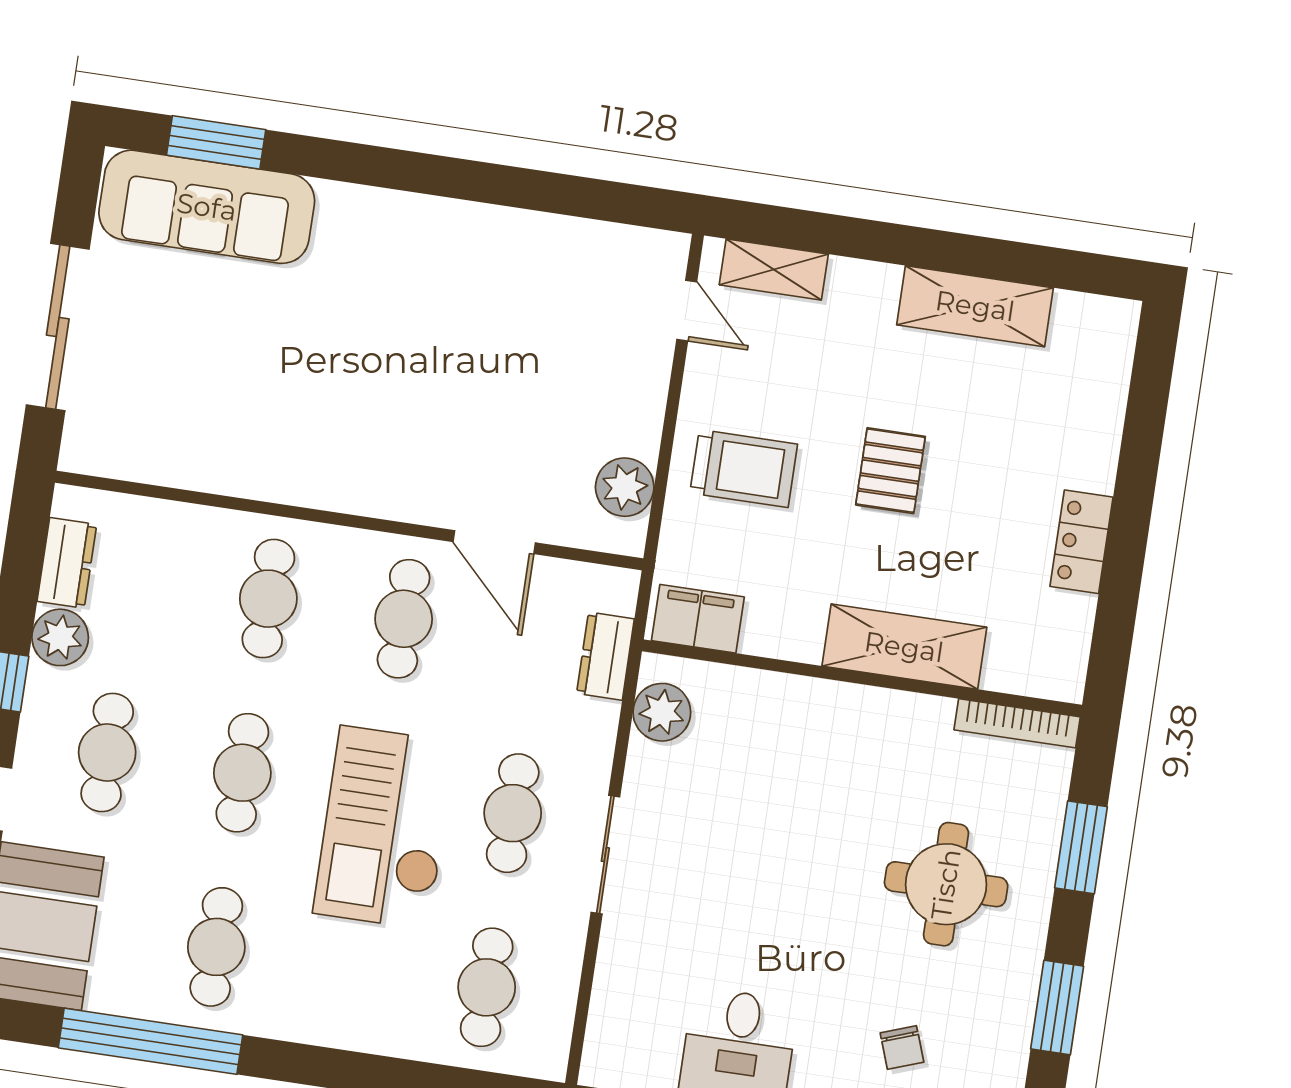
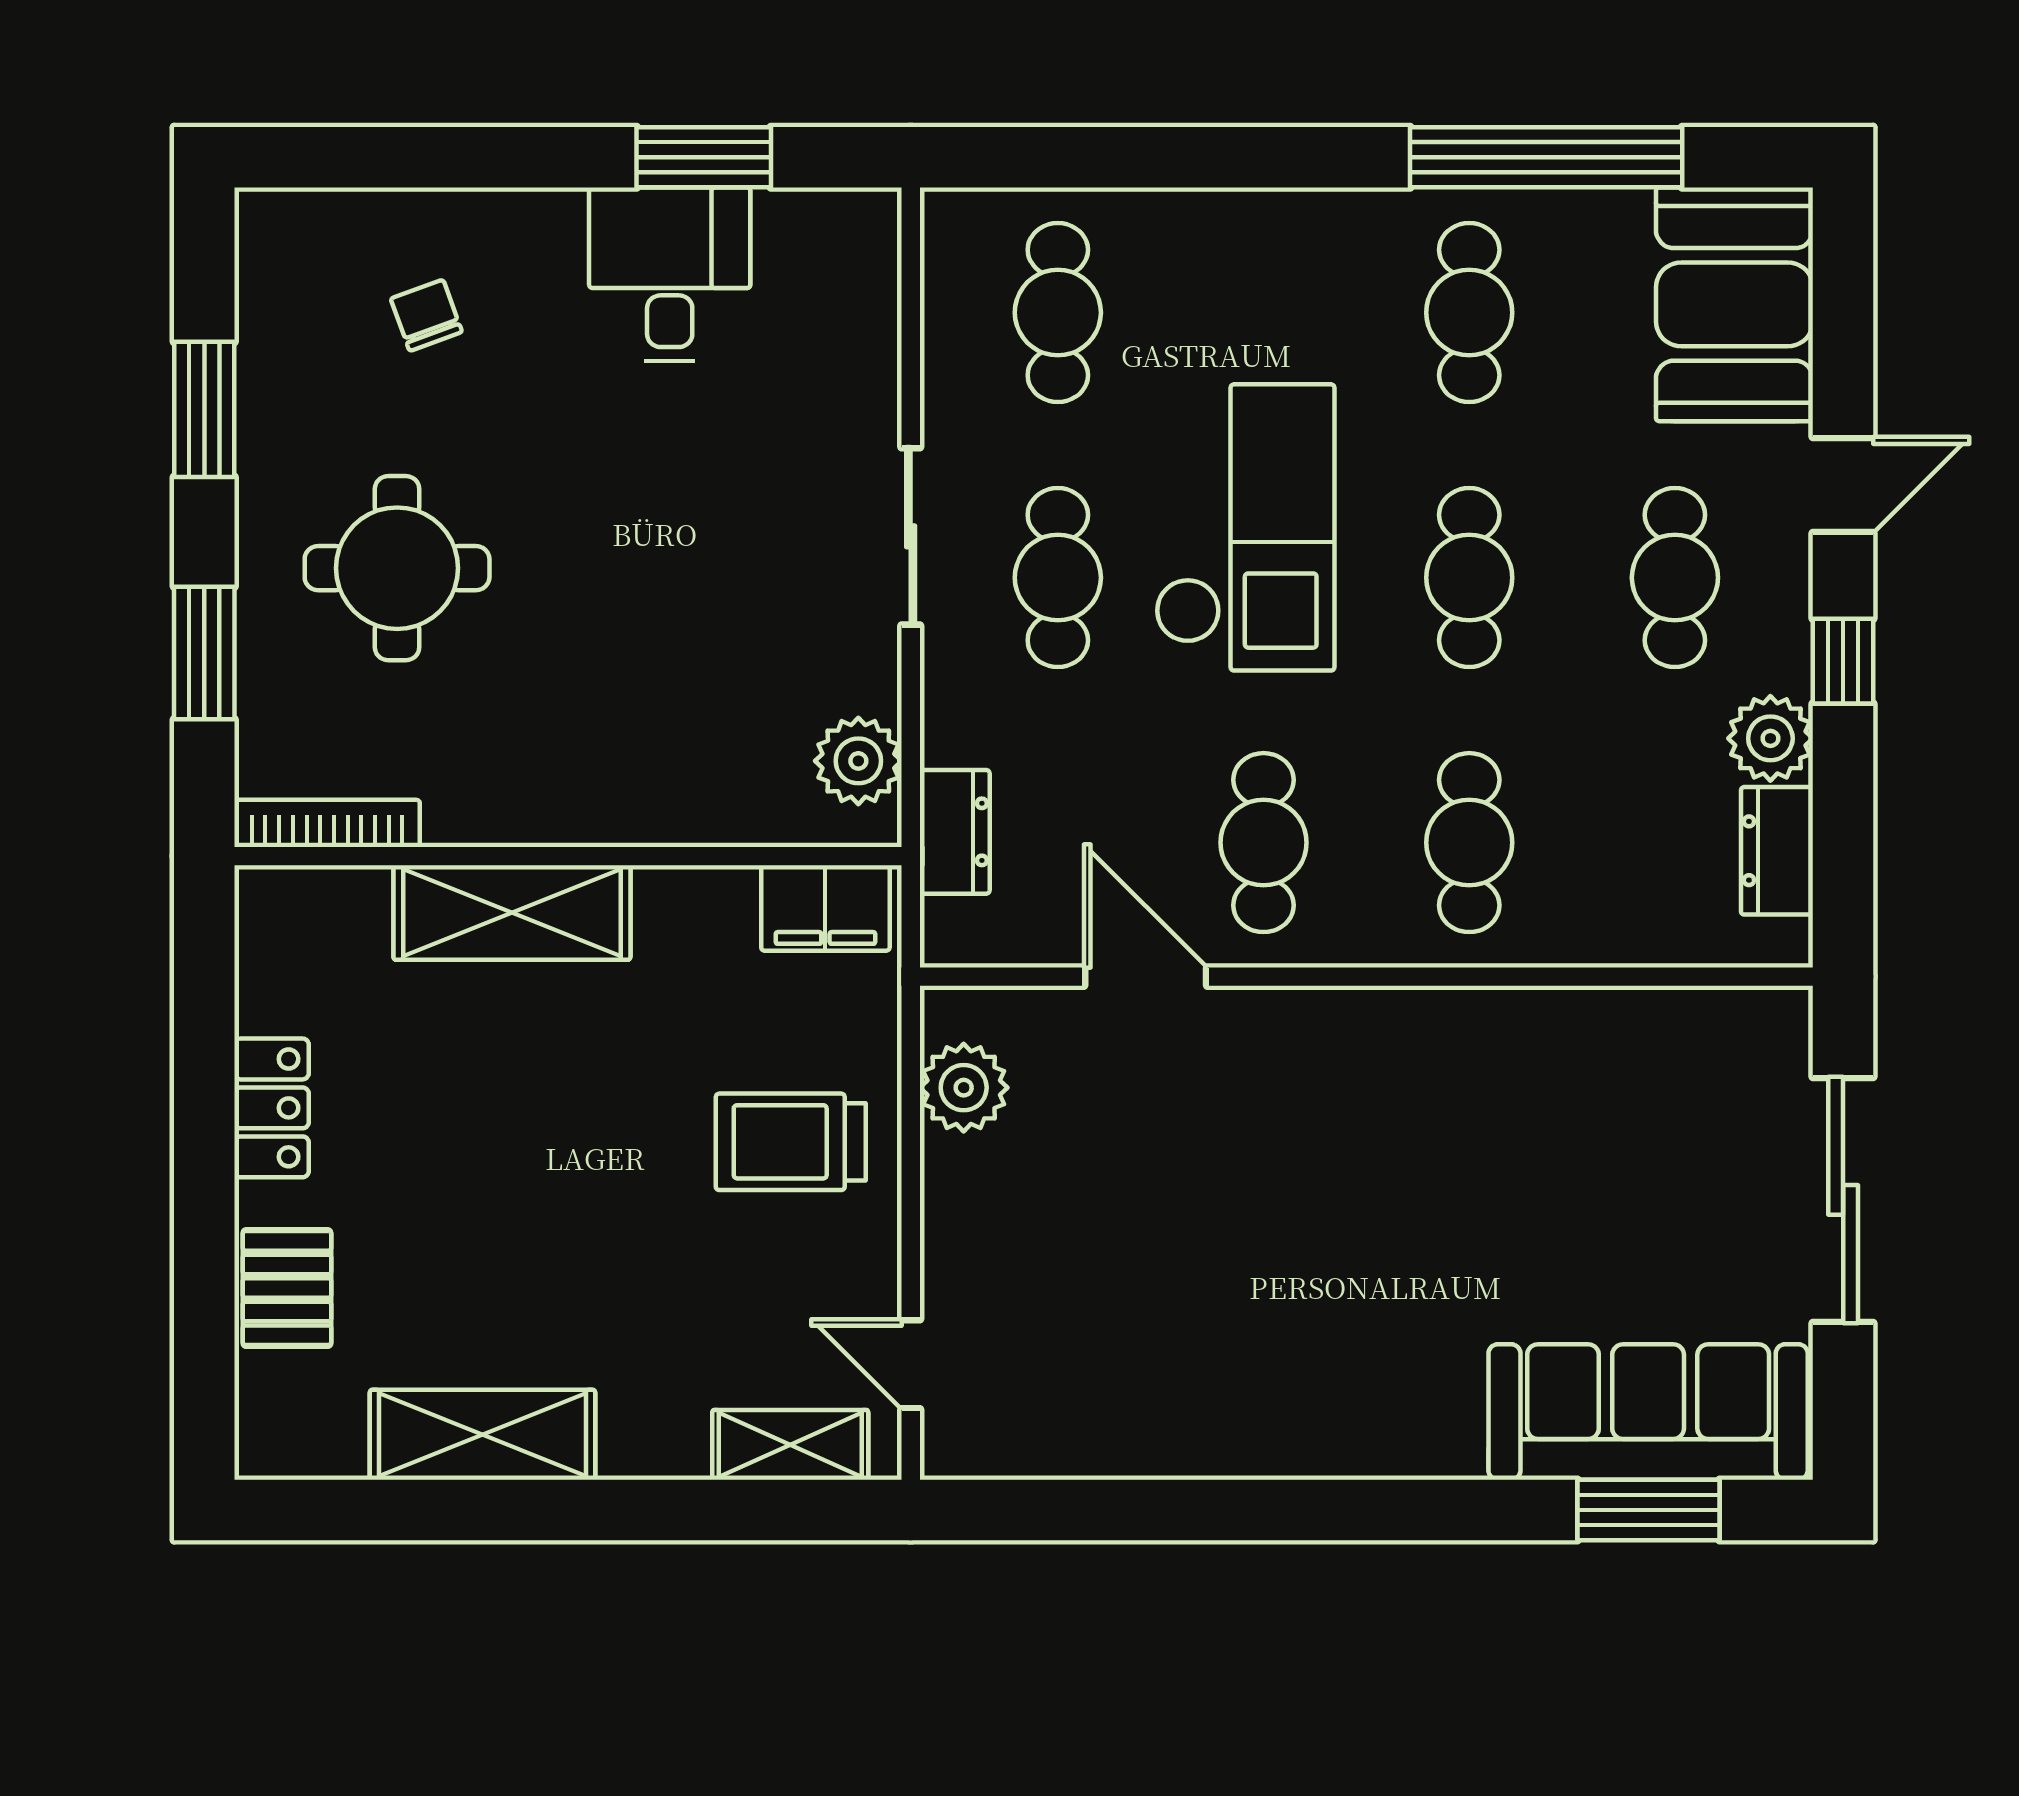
pallet: (890, 471) -> (287, 1288), moved

